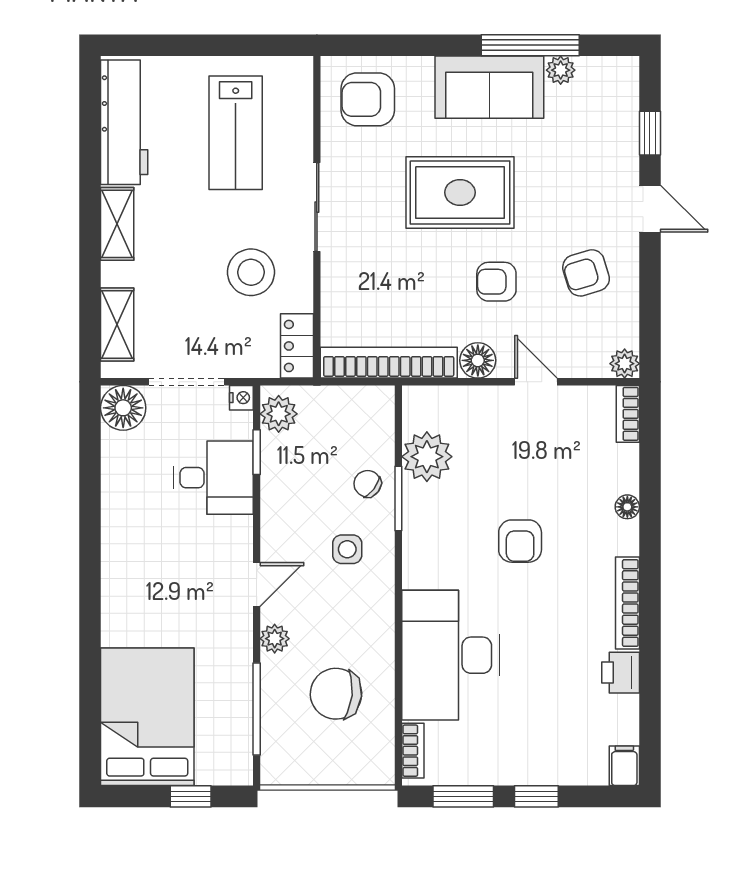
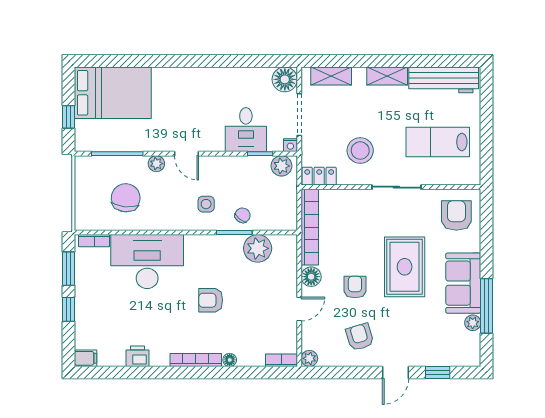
bookcase: (627, 603) -> (196, 360), moved

